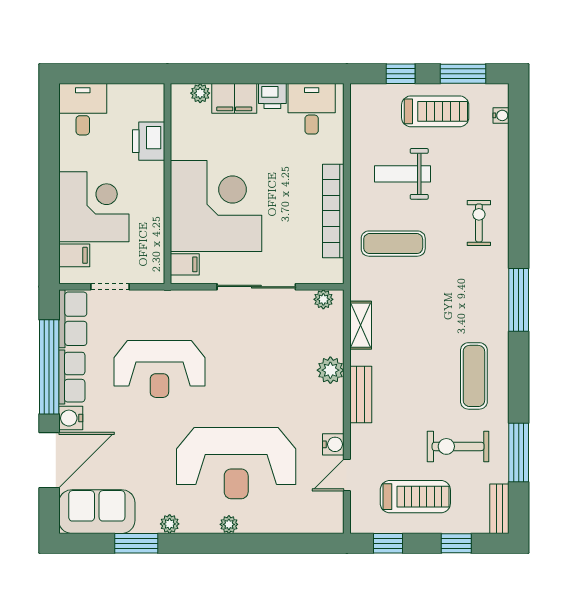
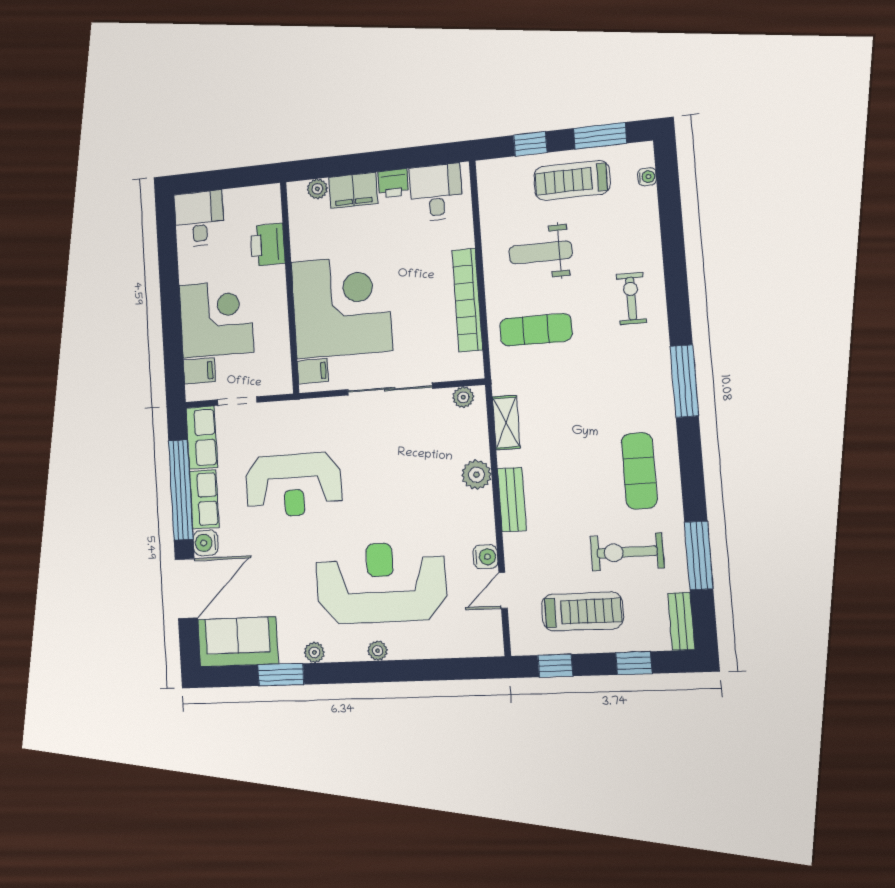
treadmill: (435, 111) -> (572, 180), turned 180
reception desk: (236, 463) -> (381, 583), turned 180

